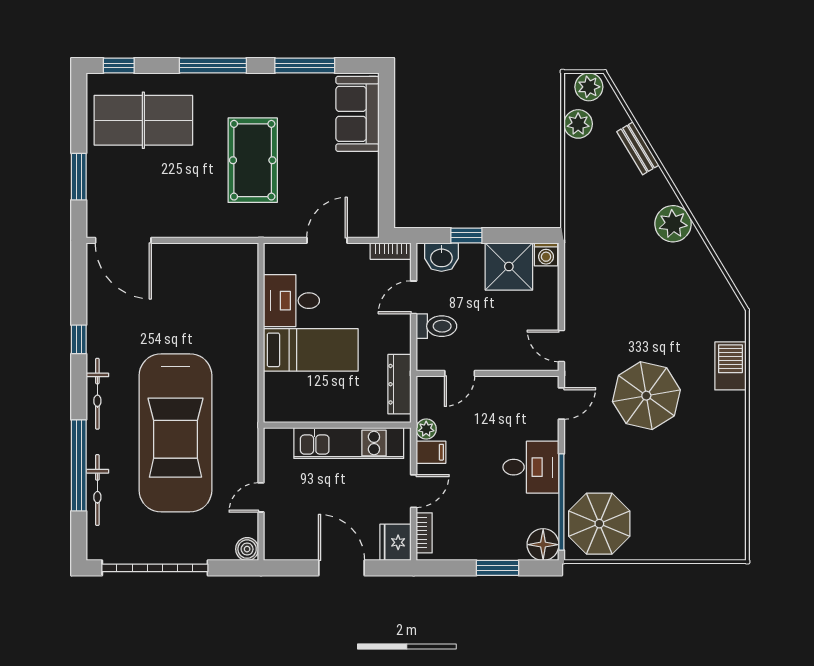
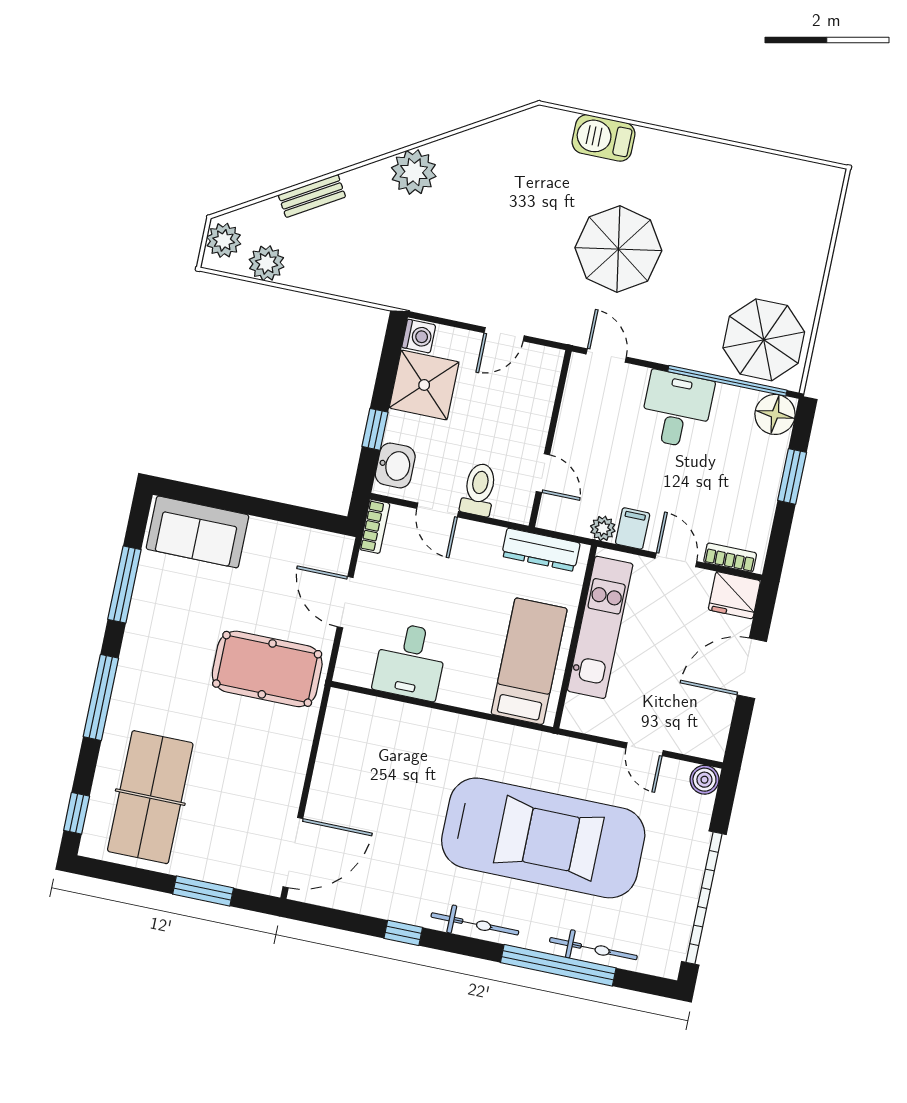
pool table: (253, 160) -> (267, 669), moved
door: (561, 346) -> (504, 334), moved
bed: (311, 350) -> (529, 661), moved

